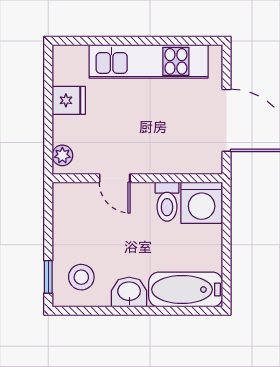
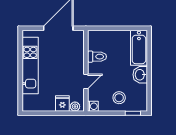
fridge: (69, 100) -> (62, 104), moved
washing machine: (202, 203) -> (93, 106), moved, width x0.53, depth x0.53
stool: (81, 277) -> (119, 98), moved

